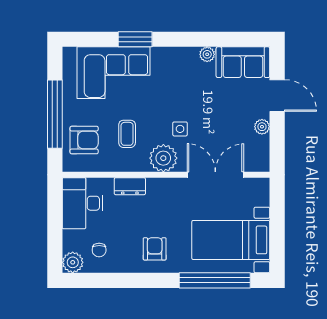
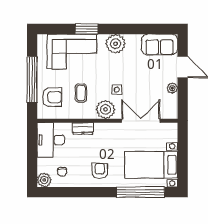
plant: (207, 54) -> (116, 44), moved, width x1.88, depth x1.88

